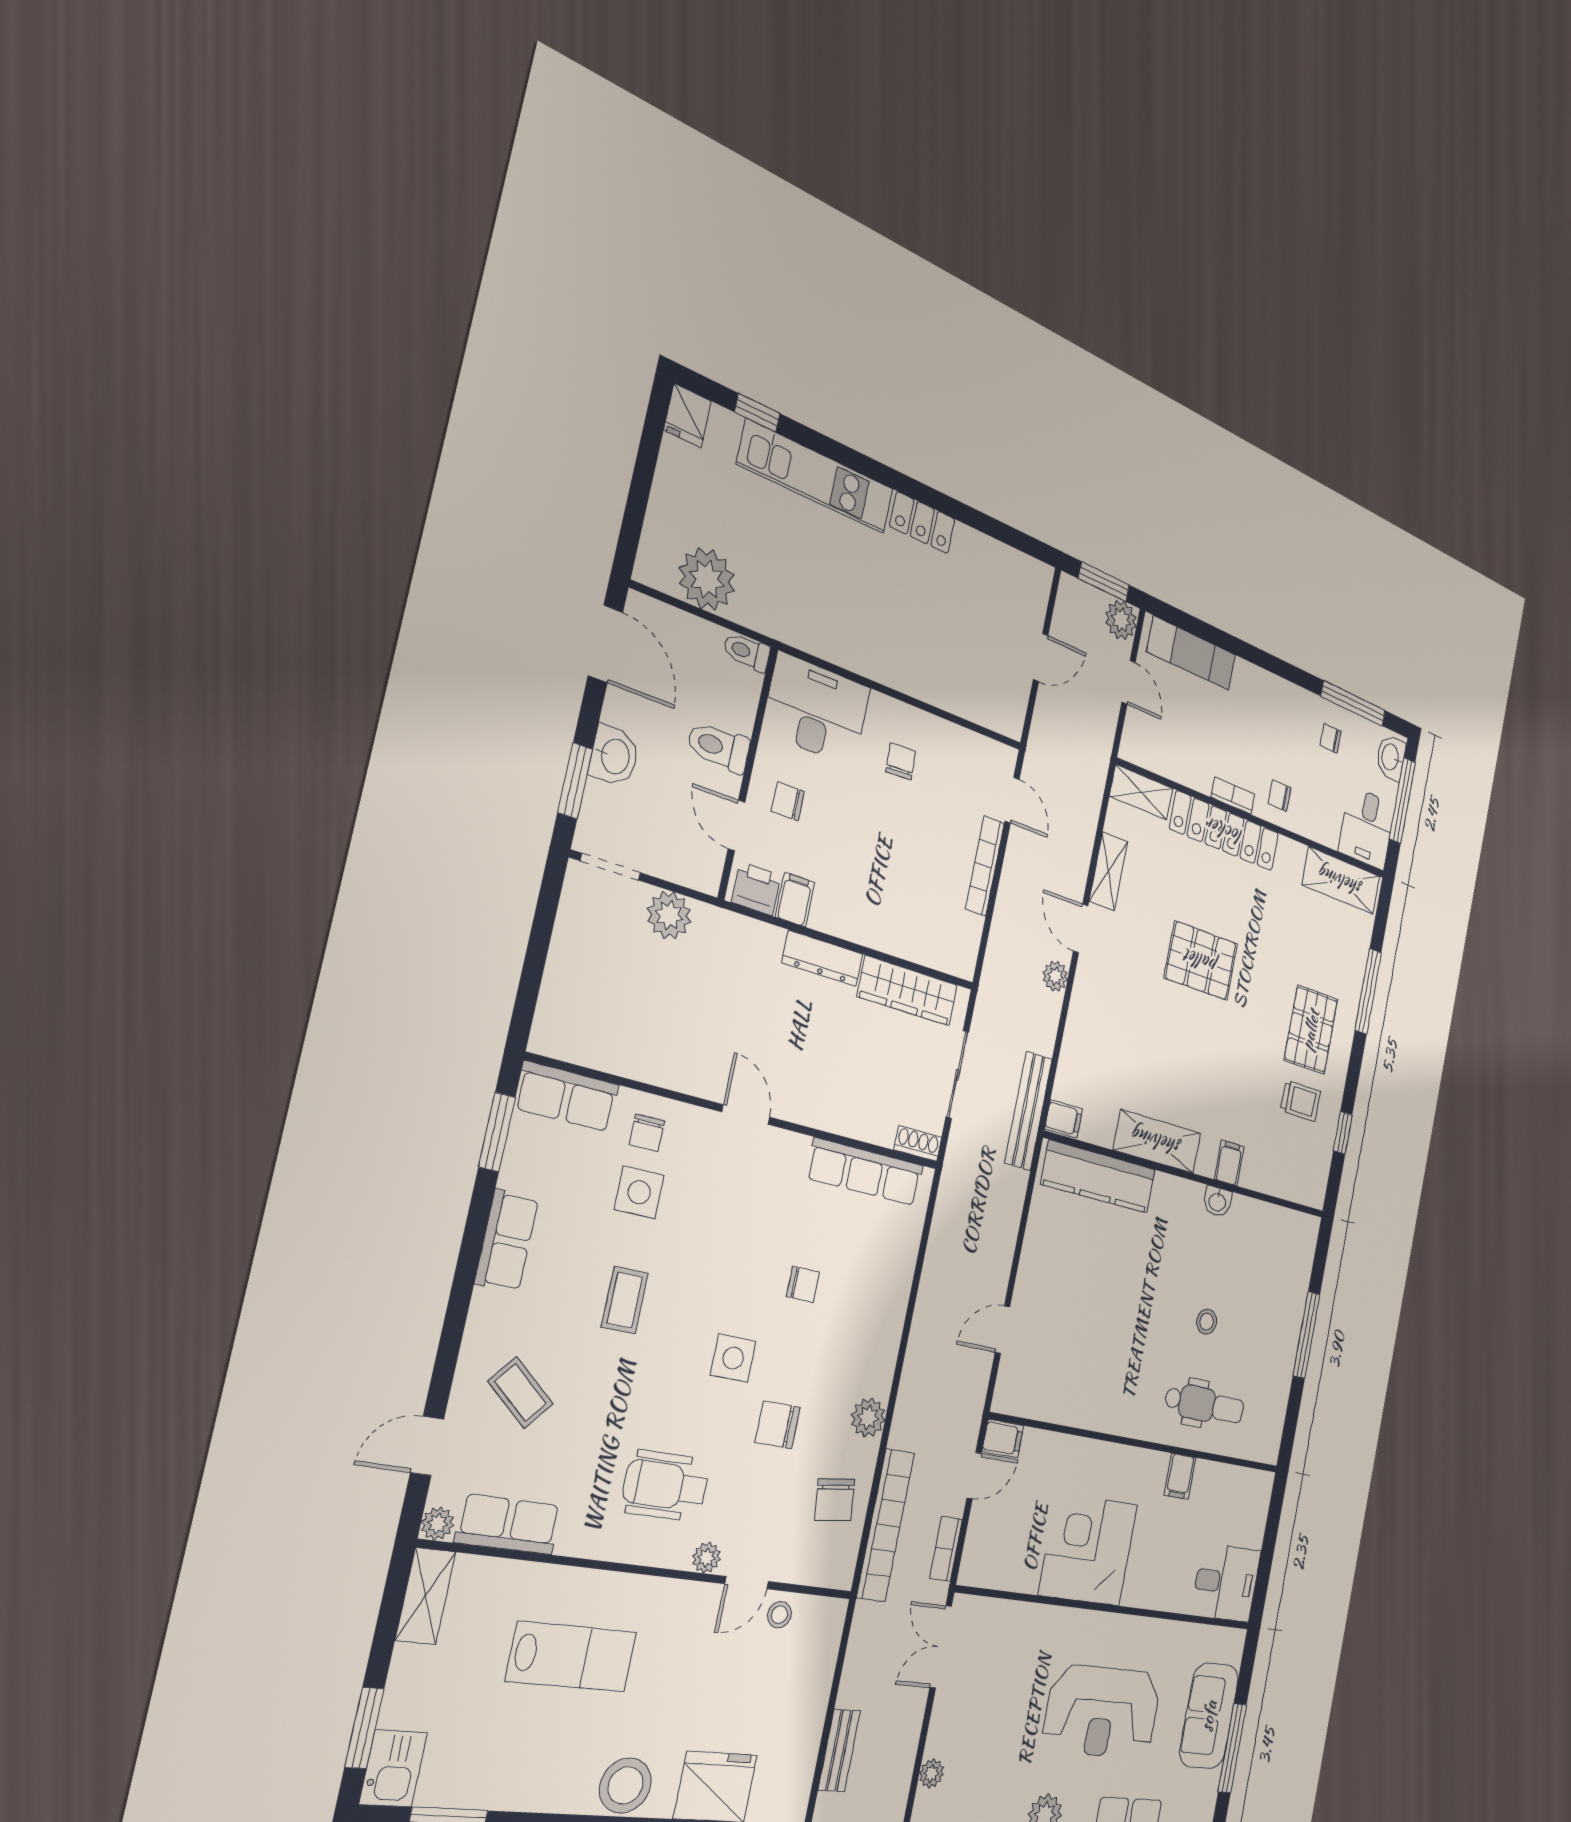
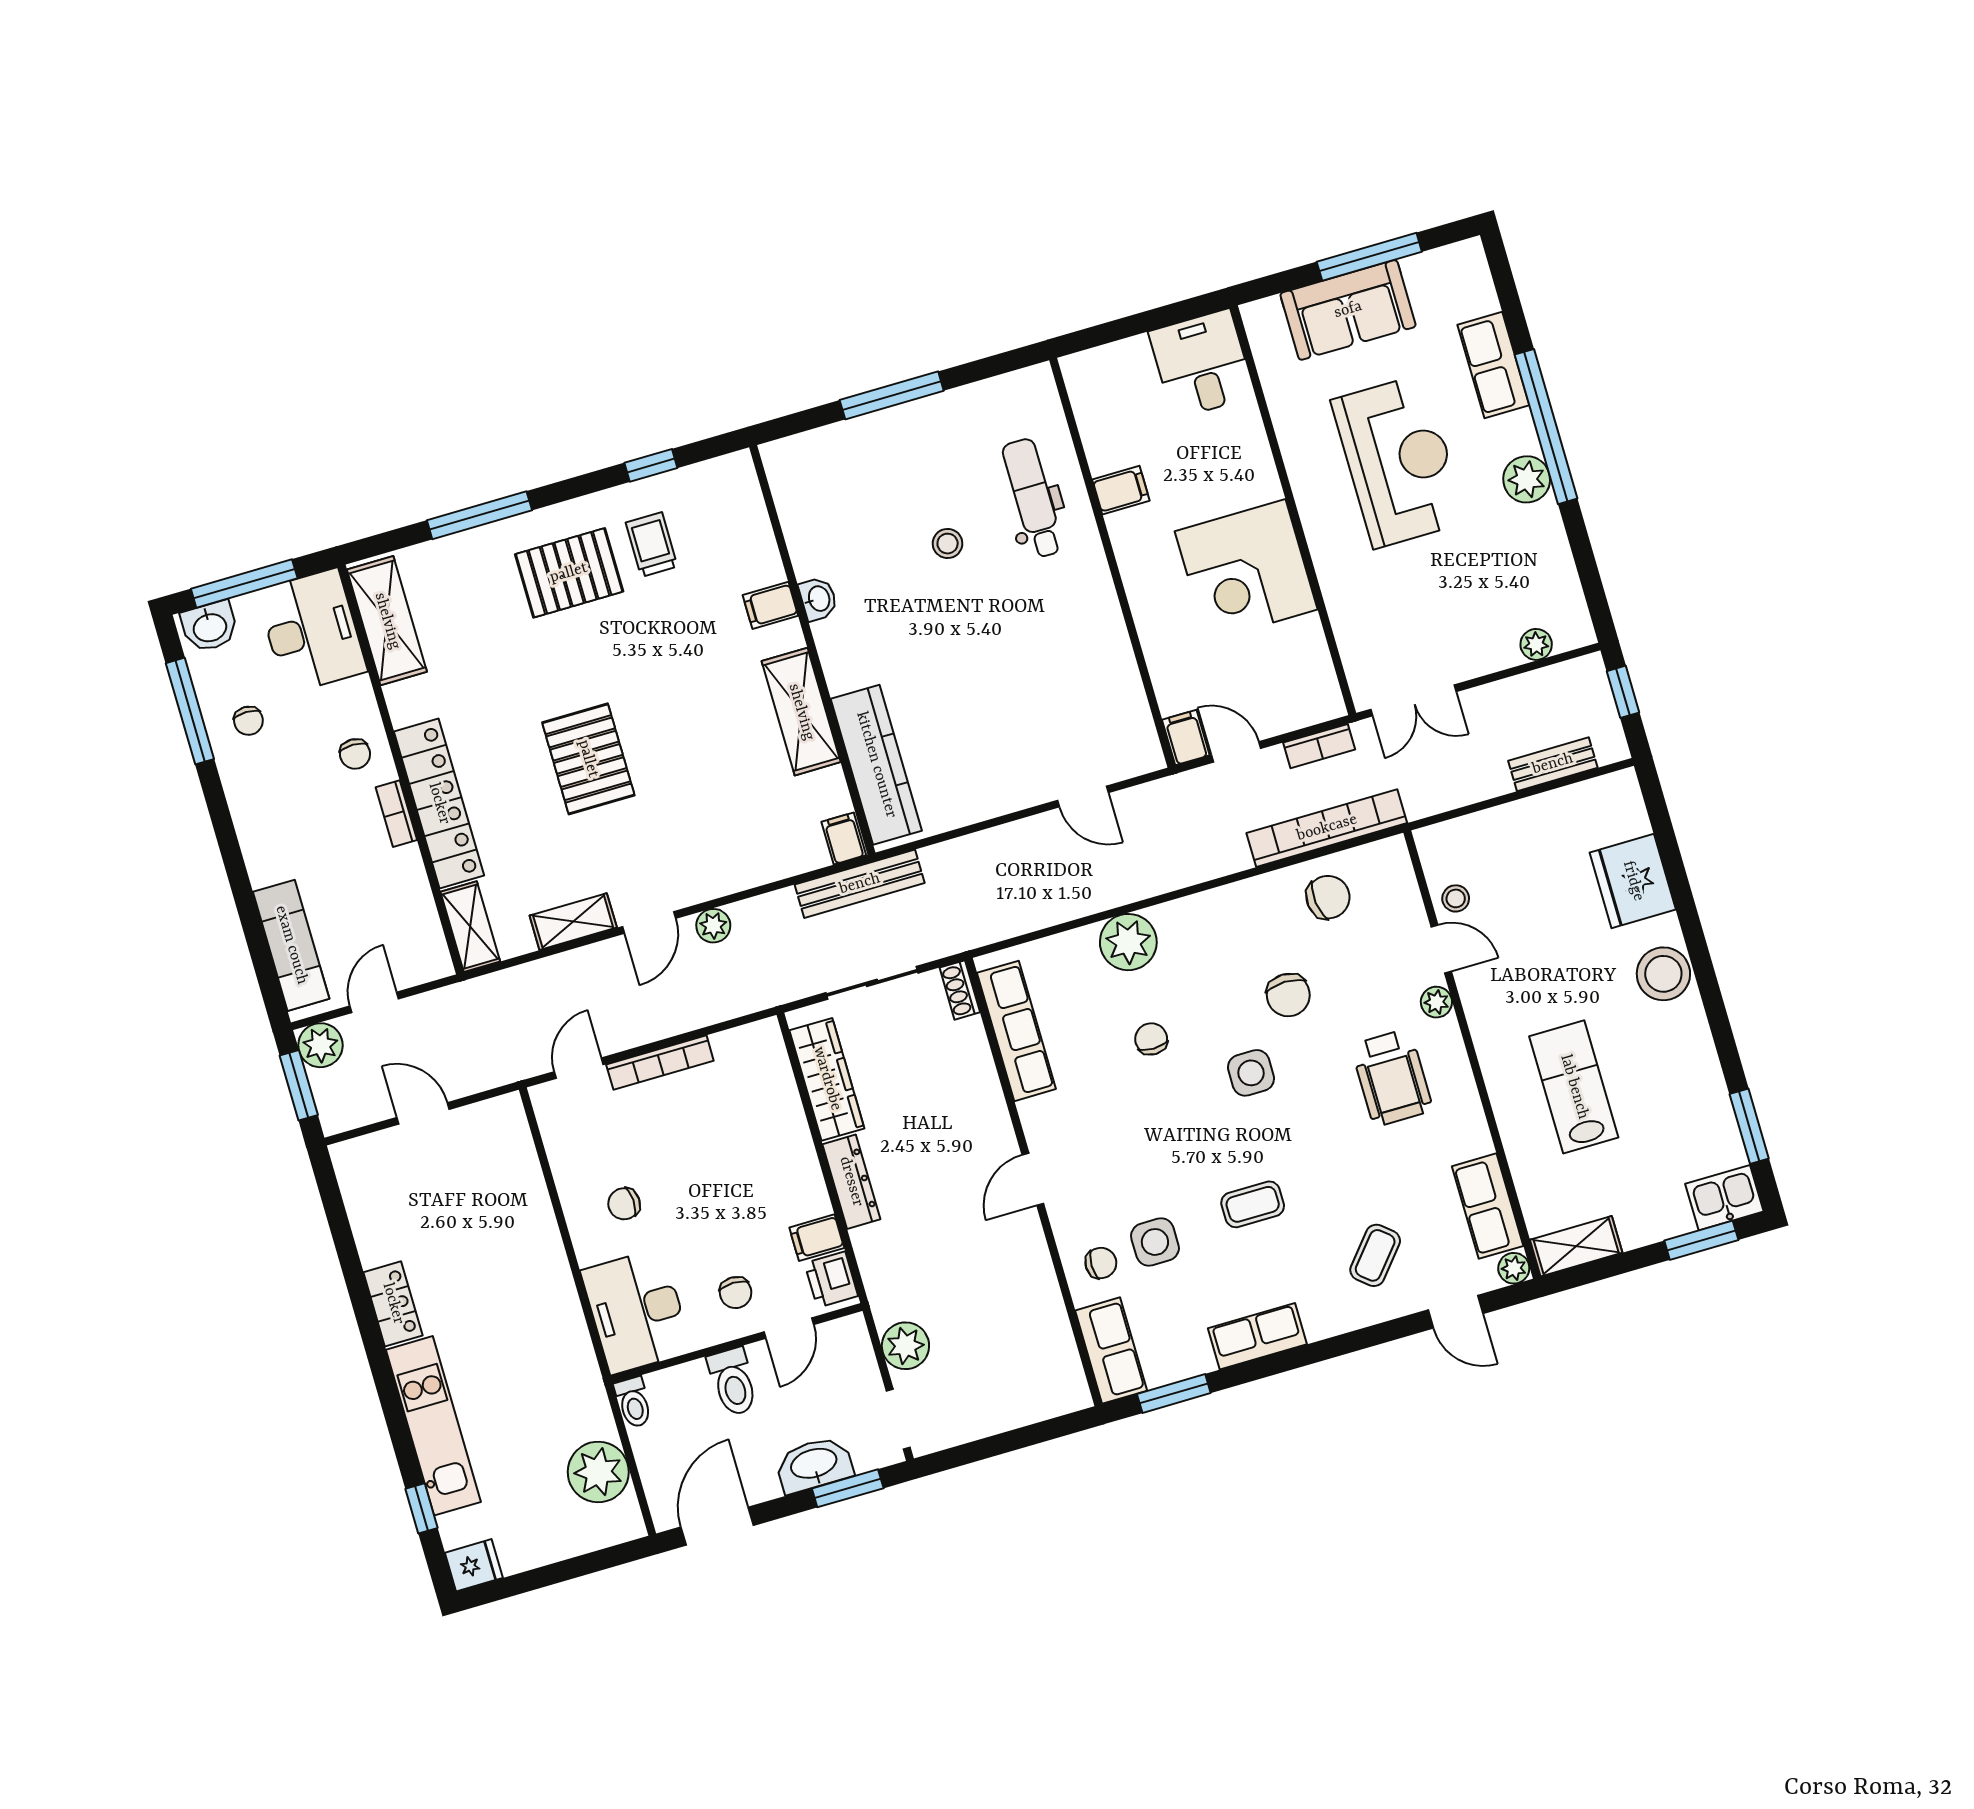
washbasin: (614, 756) -> (814, 1465), width x1.38
desk: (1367, 828) -> (312, 631), width x1.37
plant: (868, 1417) -> (1128, 942), moved, width x1.36, depth x1.36

